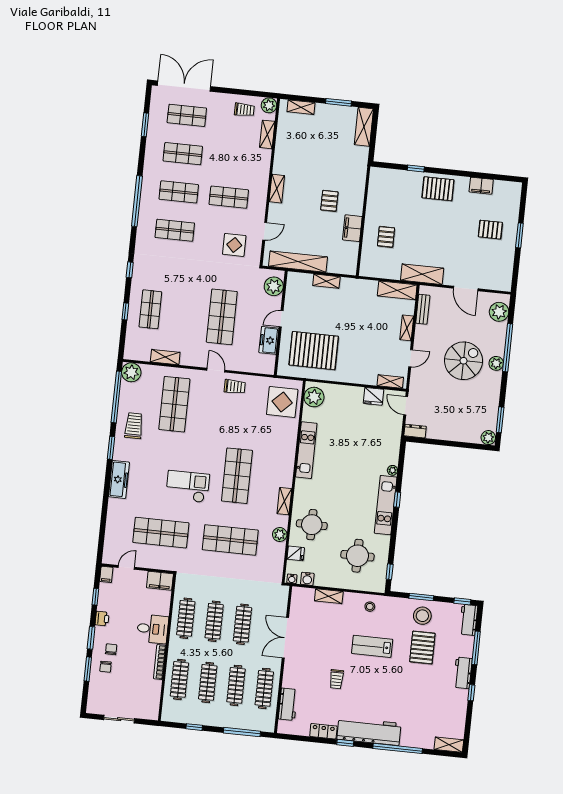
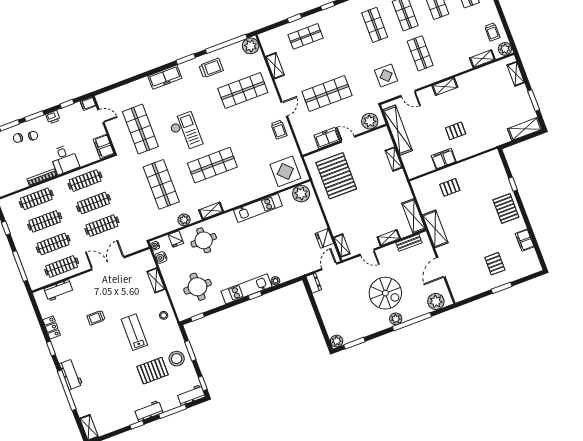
workbench: (369, 731) -> (71, 374), width x0.53, depth x0.76

